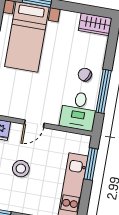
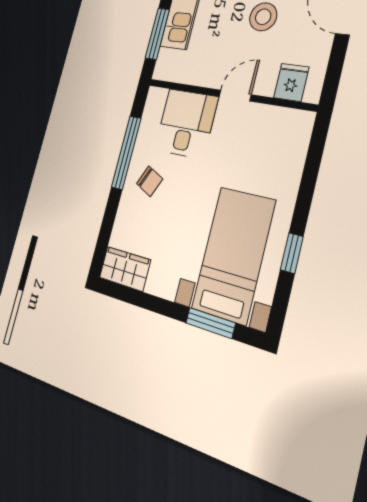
desk: (79, 111) -> (186, 123), moved

